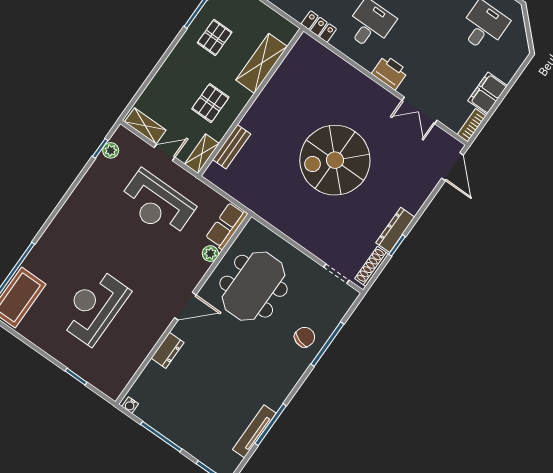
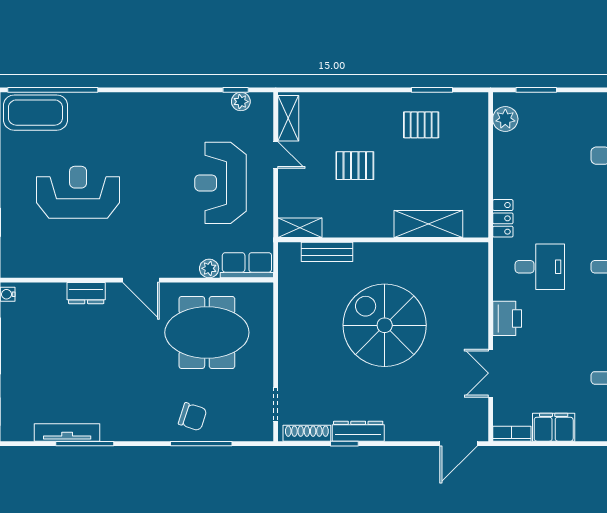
shelving: (262, 63) -> (428, 224), moved
wall: (251, 102) -> (383, 240), moved
bench: (232, 147) -> (327, 252), moved
shelving: (202, 154) -> (300, 228), moved

